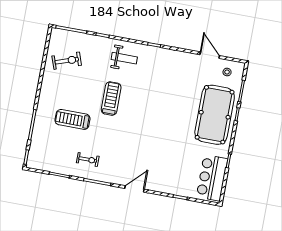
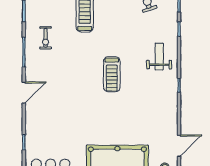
weight bench: (124, 58) -> (159, 56), turned 180
treadmill: (111, 99) -> (112, 74), moved, turned 90
door: (134, 189) -> (24, 93), hinge flipped

